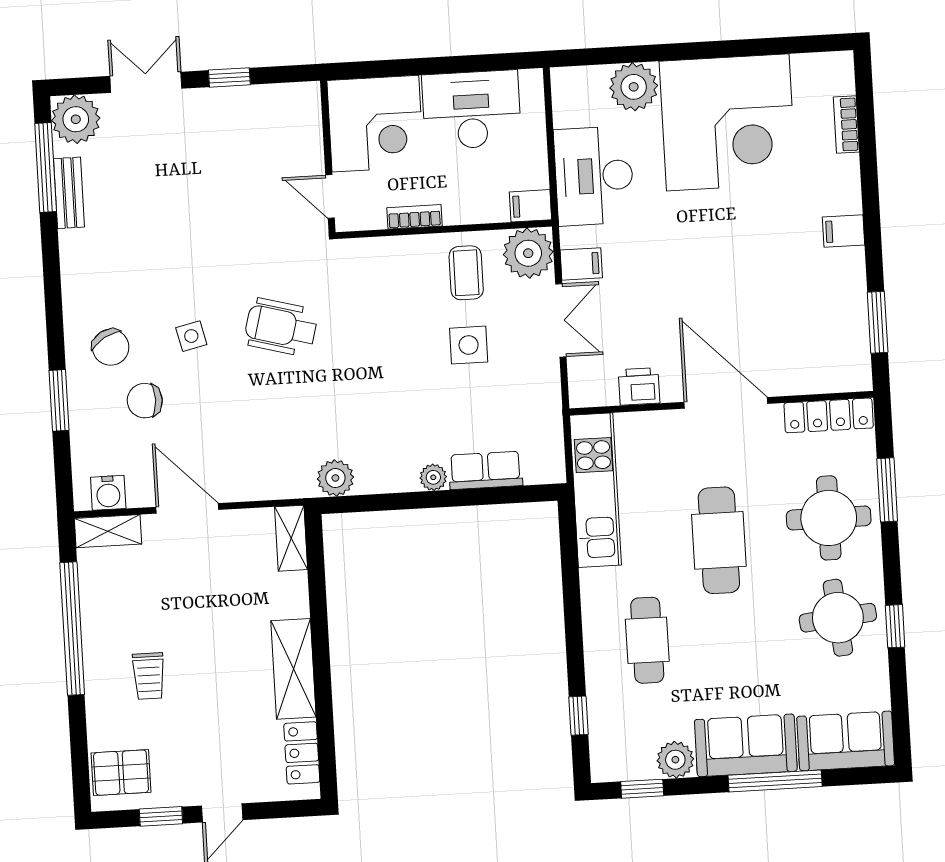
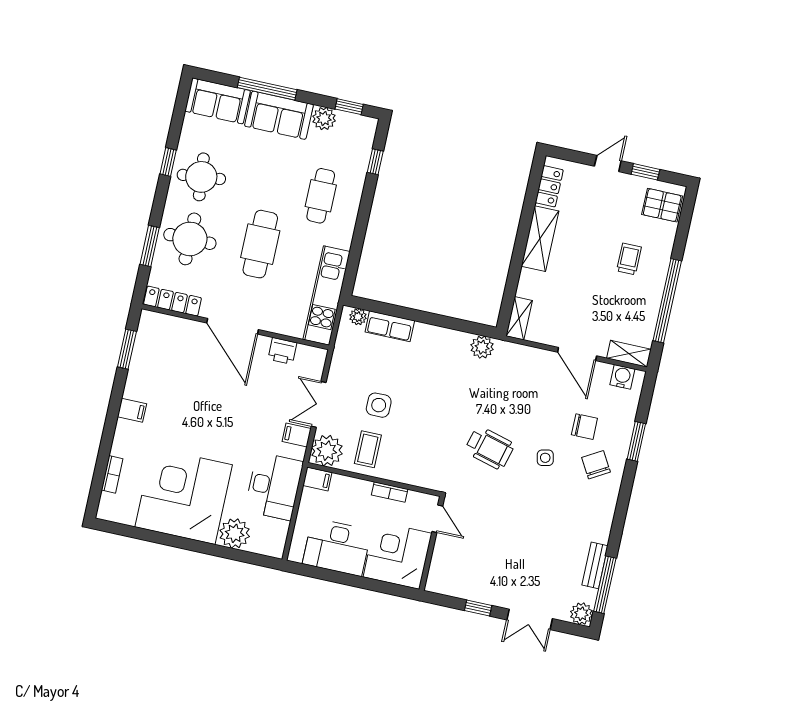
plant: (76, 119) -> (581, 614), width x0.73, depth x0.73
plant: (433, 477) -> (358, 317), moved

